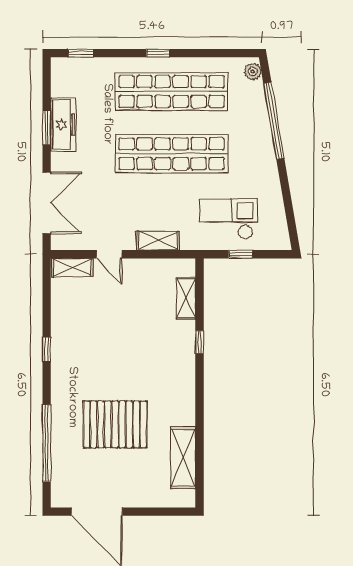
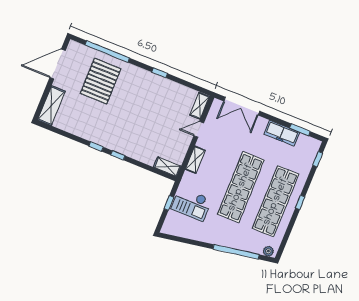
window: (47, 127) -> (300, 130), moved
checkout: (228, 219) -> (191, 204), turned 90
shelving: (186, 298) -> (167, 167), moved
window: (199, 342) -> (118, 155), moved
window: (199, 401) -> (96, 146), added
pallet: (115, 424) -> (101, 81), moved
shelving: (183, 458) -> (51, 106), moved, turned 90

